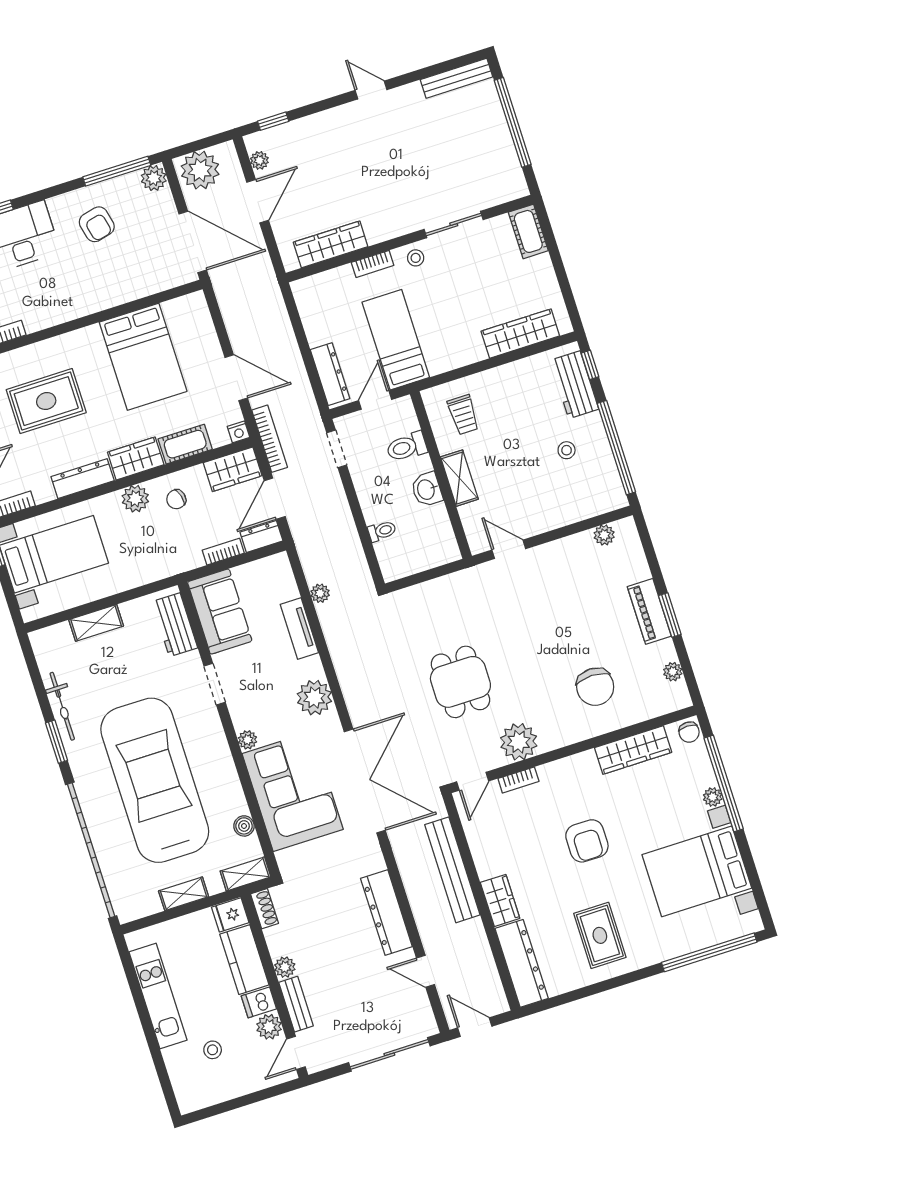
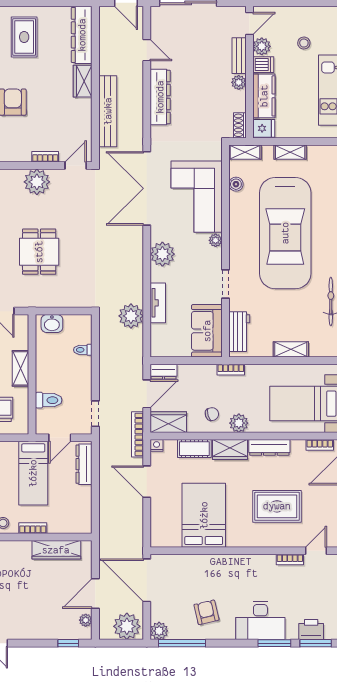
washbasin: (427, 489) -> (52, 324), moved, turned 90
bookcase: (223, 552) -> (231, 370), moved
plant: (320, 593) -> (131, 316), width x1.87, depth x1.87
dining table: (460, 682) -> (39, 252), moved

